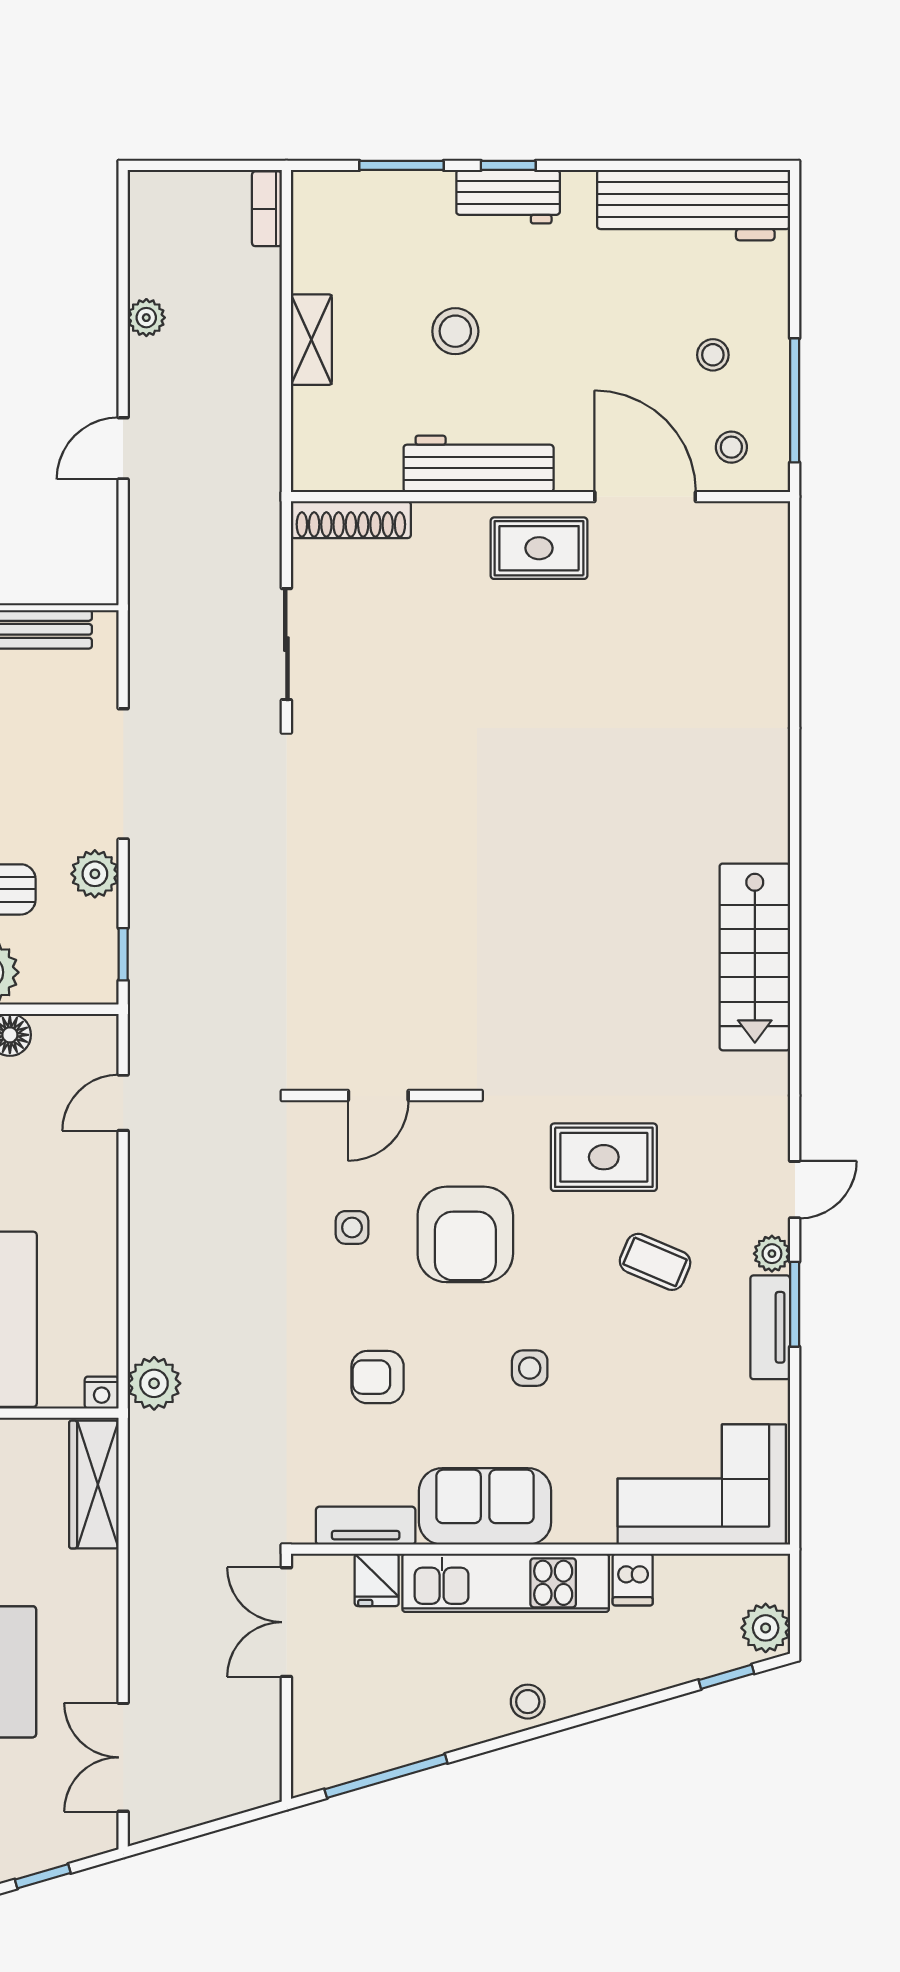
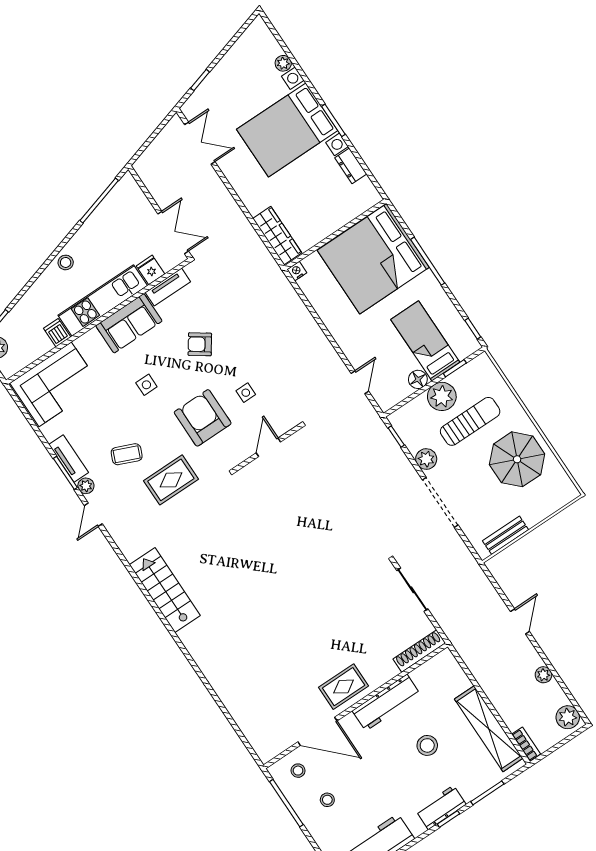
shelving: (311, 340) -> (489, 729), width x2.20, depth x1.33
armchair: (378, 1377) -> (200, 344), turned -145
plant: (154, 1383) -> (568, 717), moved

